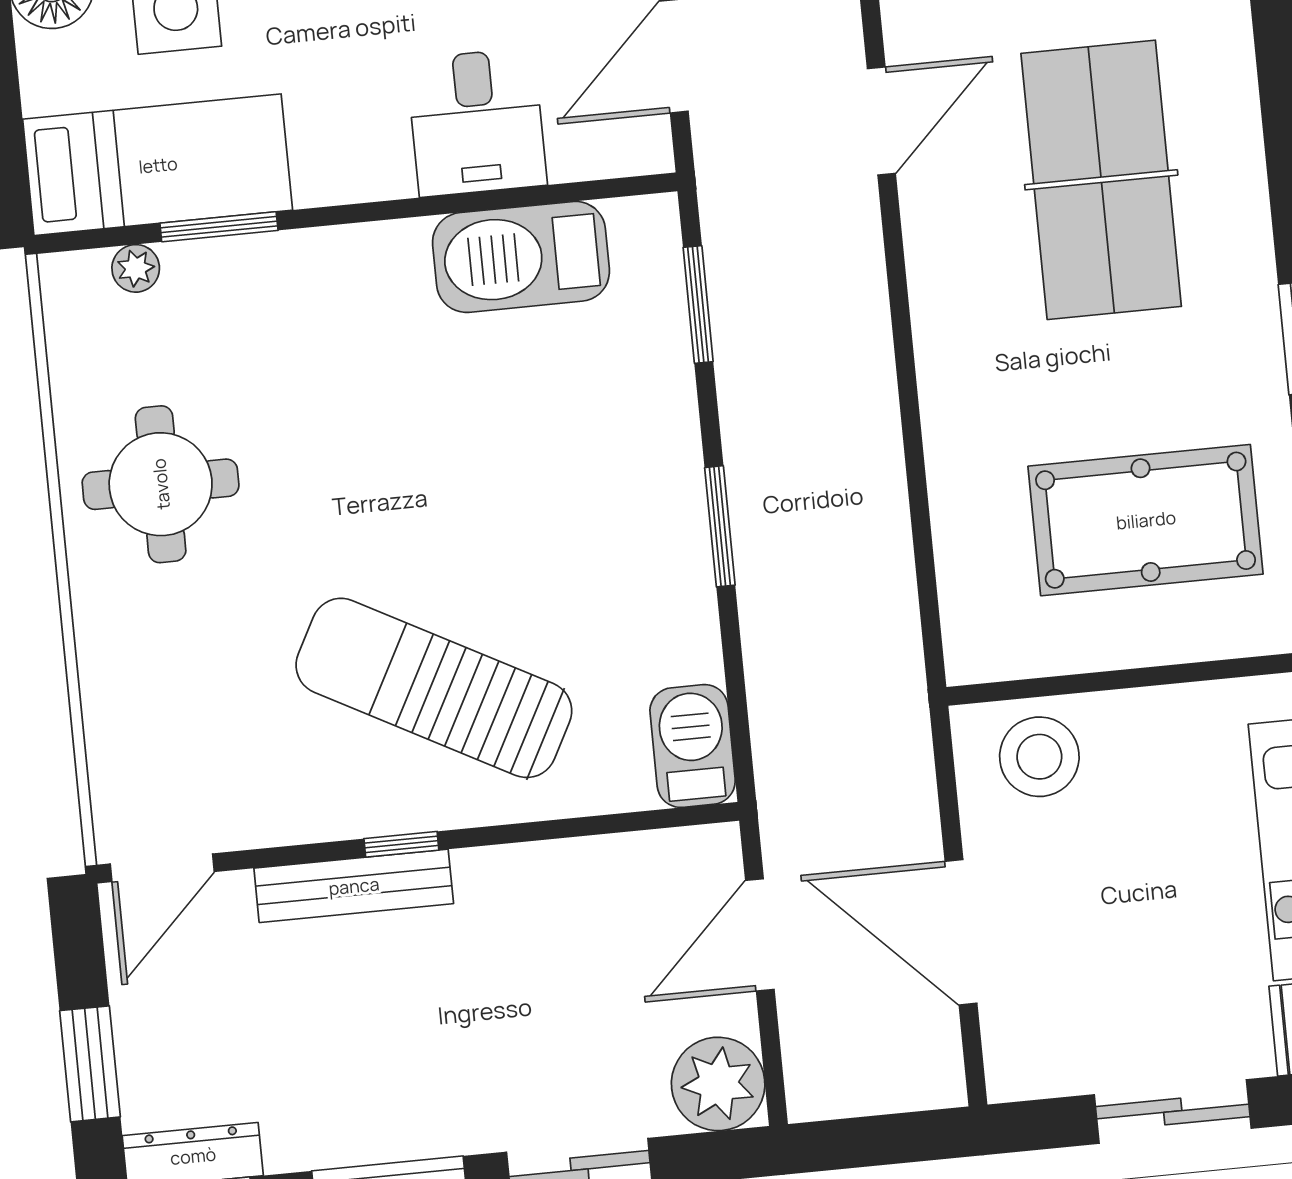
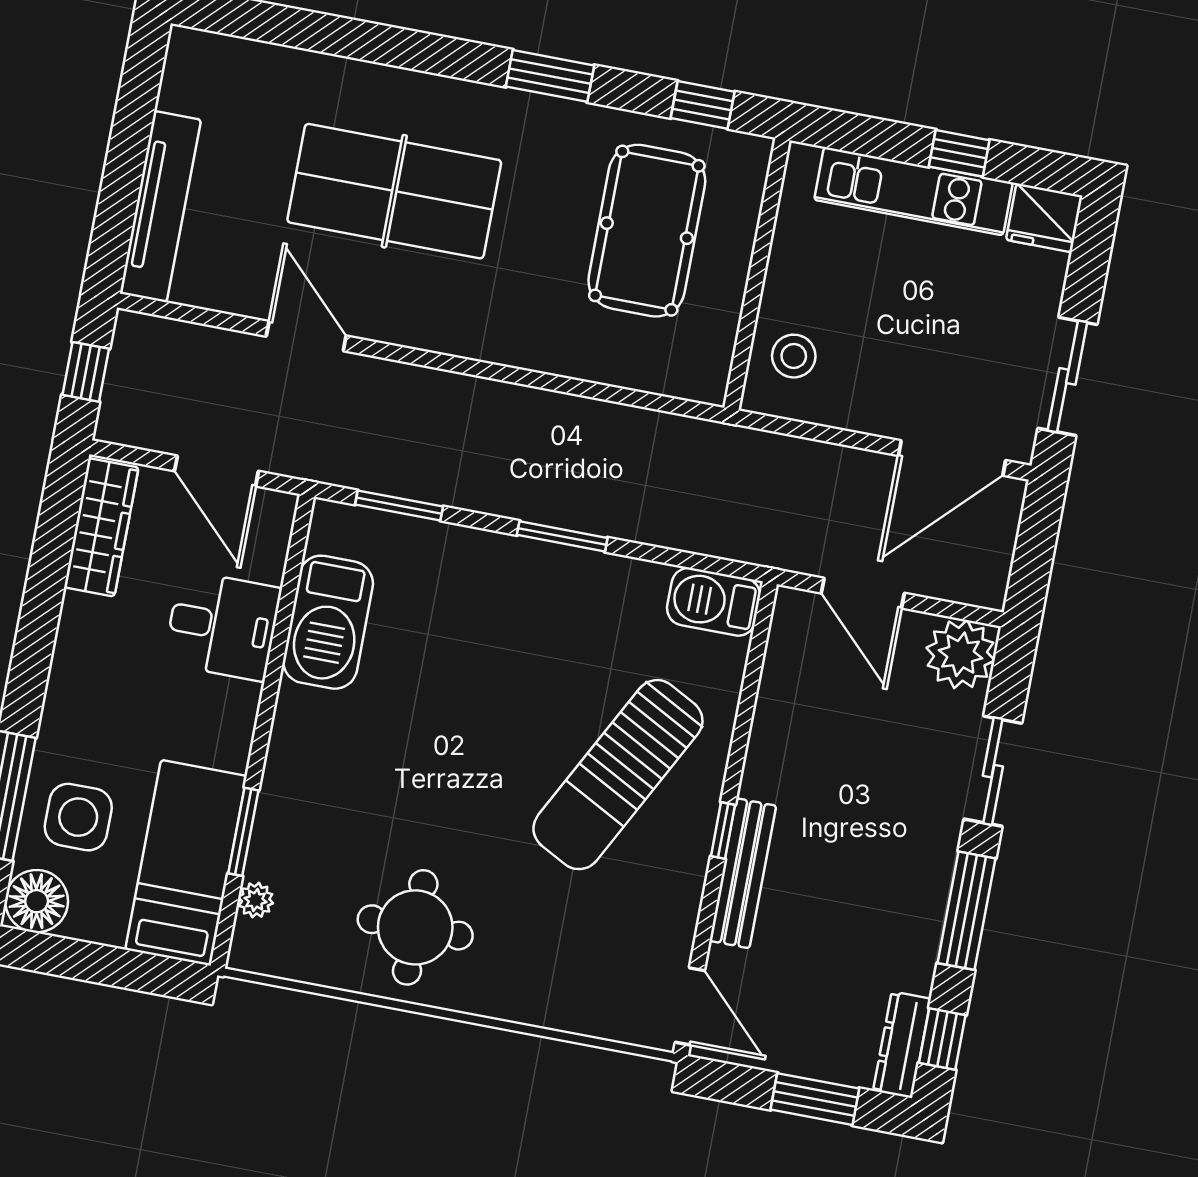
stool: (1039, 757) -> (794, 356), width x0.73, depth x0.73
door: (961, 932) -> (952, 458), moved
sliding door: (1173, 1112) -> (1067, 376), moved

